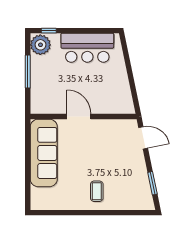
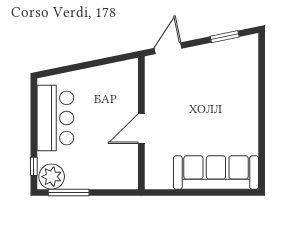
window: (28, 71) -> (69, 193), moved
sofa: (44, 153) -> (216, 172), moved
coffee table: (97, 191) -> (235, 106), removed

